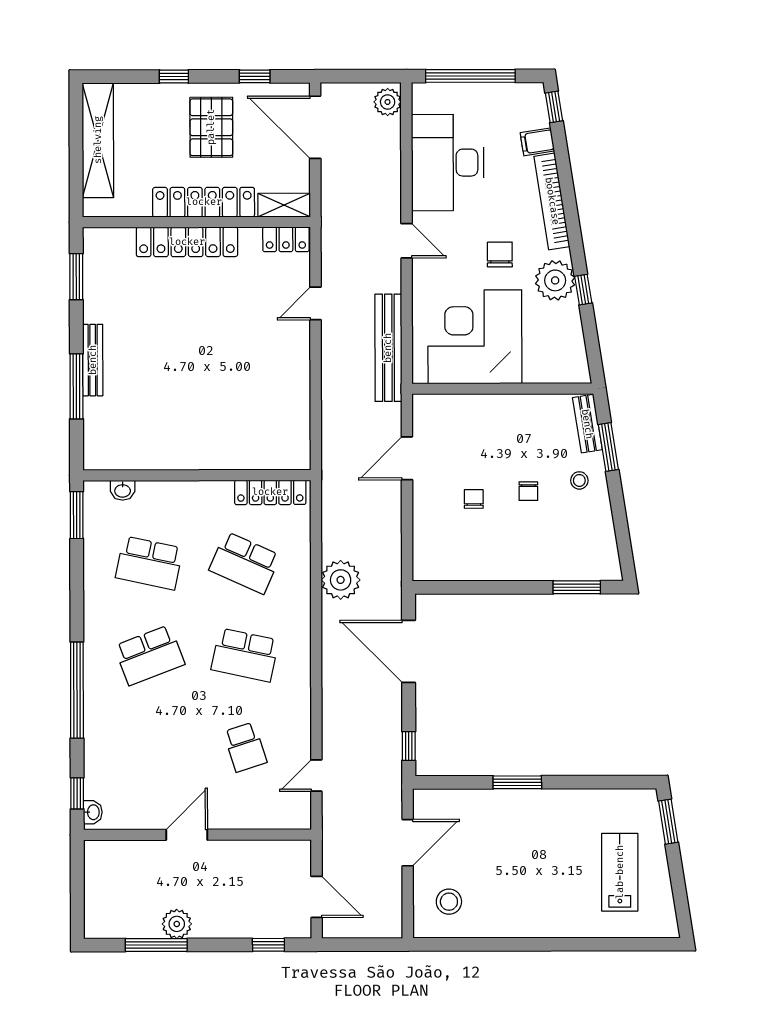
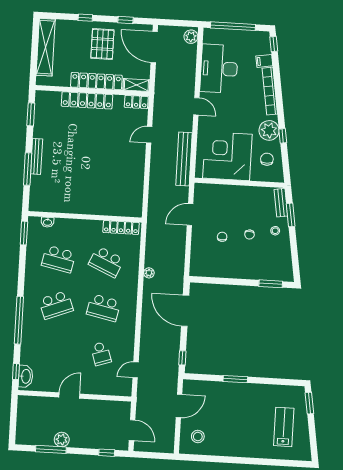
chair: (500, 255) -> (267, 159), moved
plant: (341, 580) -> (149, 273), width x0.53, depth x0.53
washbasin: (93, 812) -> (26, 376), width x1.91, depth x1.45

